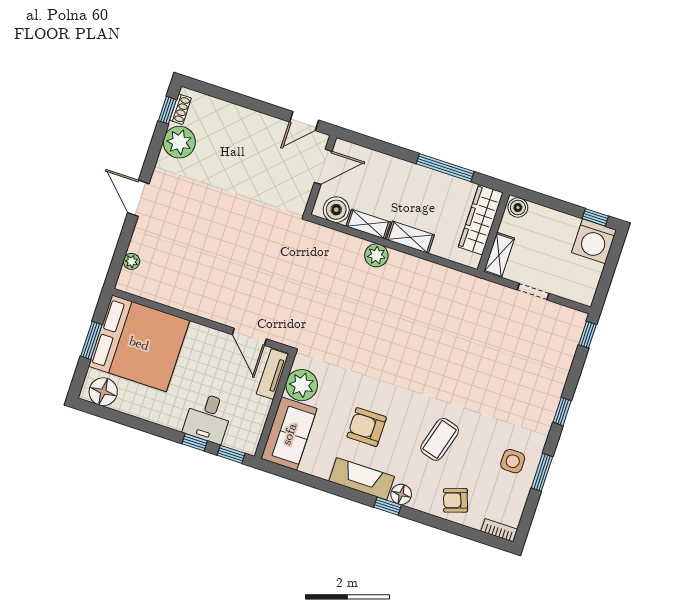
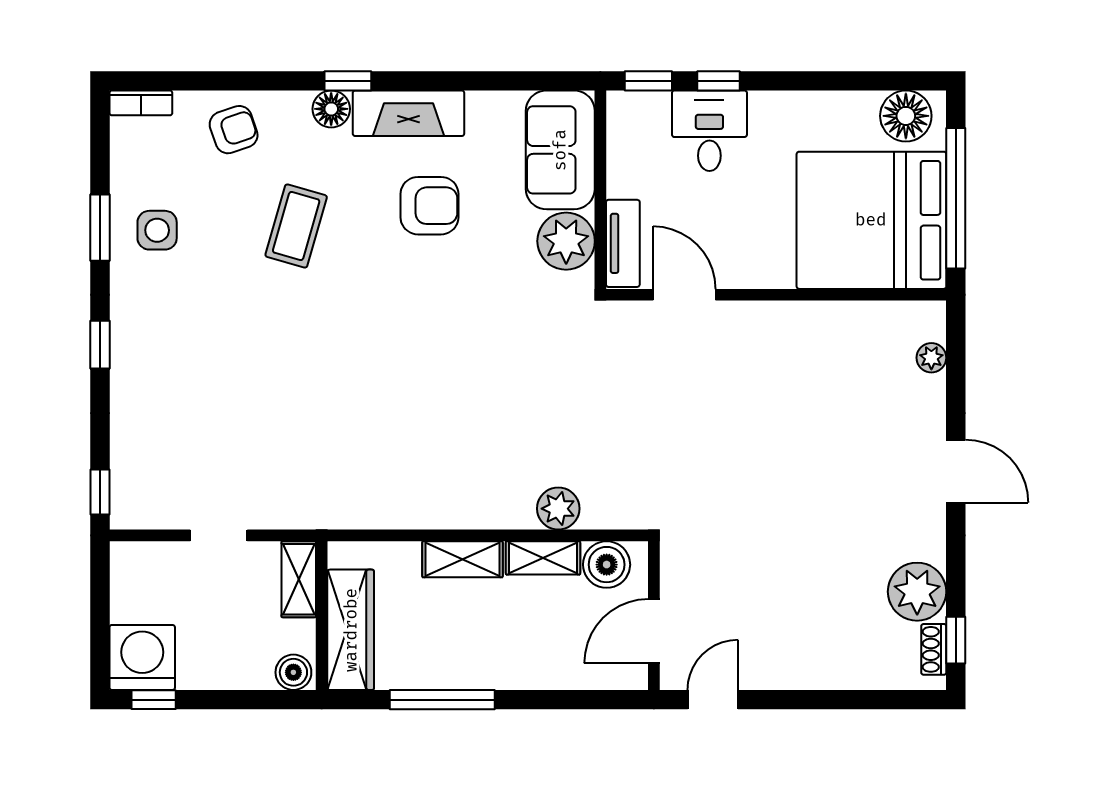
plant: (376, 255) -> (558, 509), moved
window: (91, 340) -> (956, 198), width x2.11

